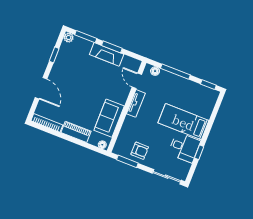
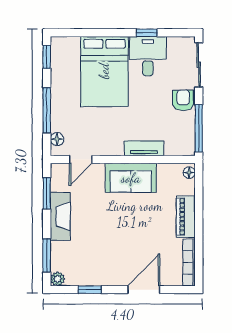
window: (112, 47) -> (47, 193), moved
tv unit: (136, 103) -> (144, 148), moved
sofa: (109, 118) -> (131, 178), moved
bed: (183, 122) -> (104, 71), width x1.50
armchair: (140, 151) -> (183, 100), moved
window: (127, 161) -> (199, 128), width x1.44

